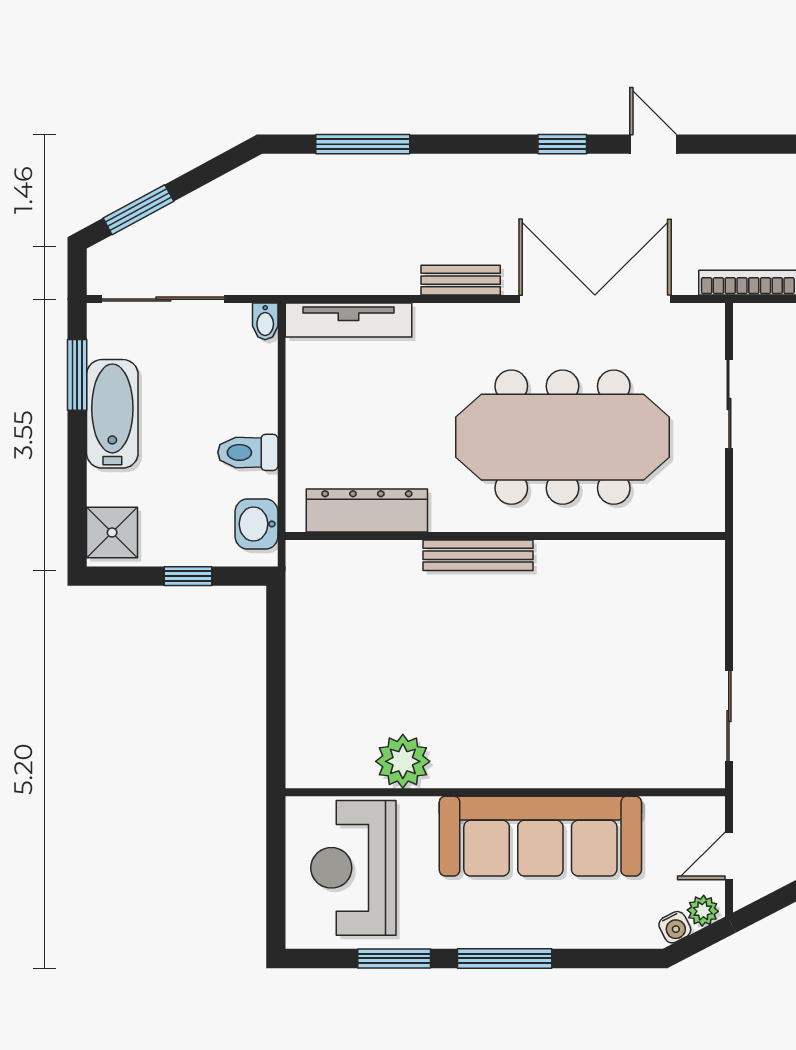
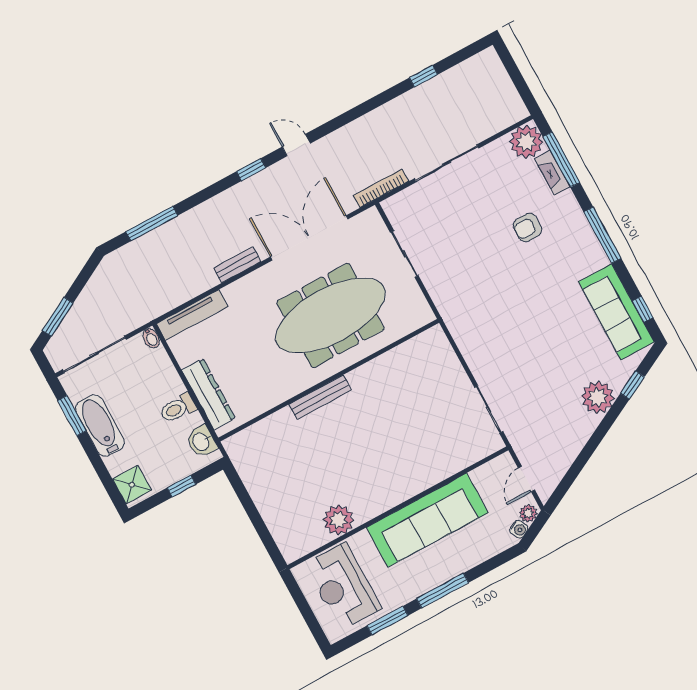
dresser: (367, 511) -> (208, 394), moved, turned 90

